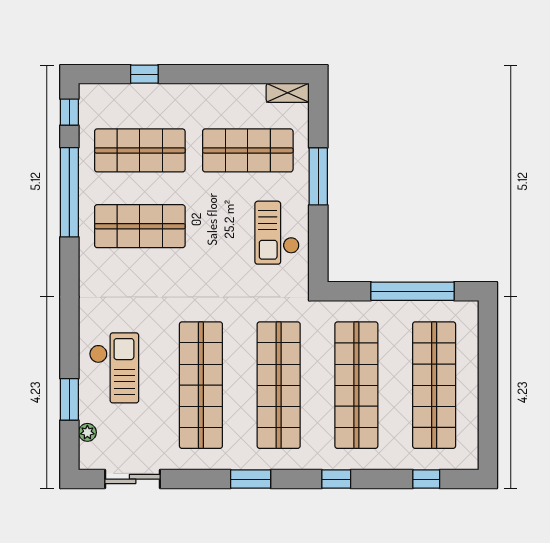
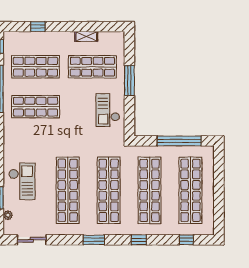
shelving: (288, 93) -> (86, 36), moved

